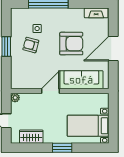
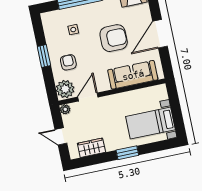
armchair: (31, 45) -> (68, 62), moved, turned 75
plant: (19, 80) -> (65, 89), added
door: (50, 91) -> (88, 97), moved

